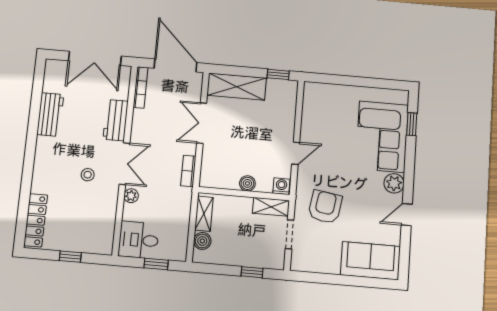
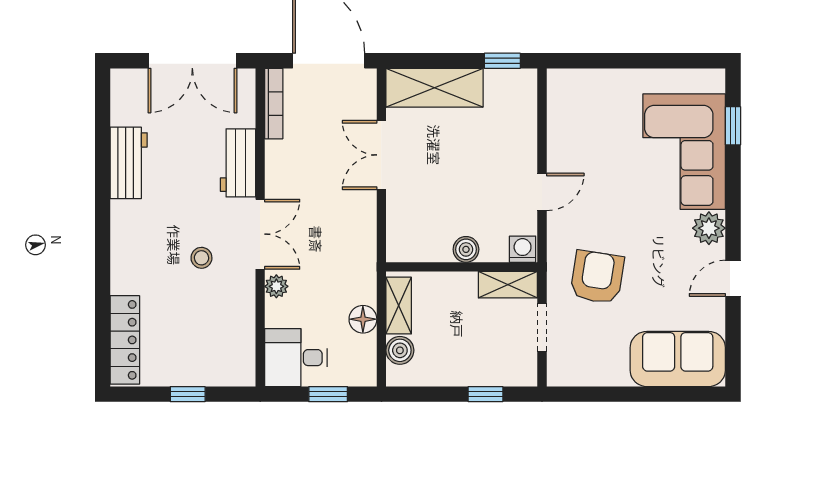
bookcase: (188, 171) -> (367, 237), removed
floor lamp: (182, 220) -> (363, 319), added

